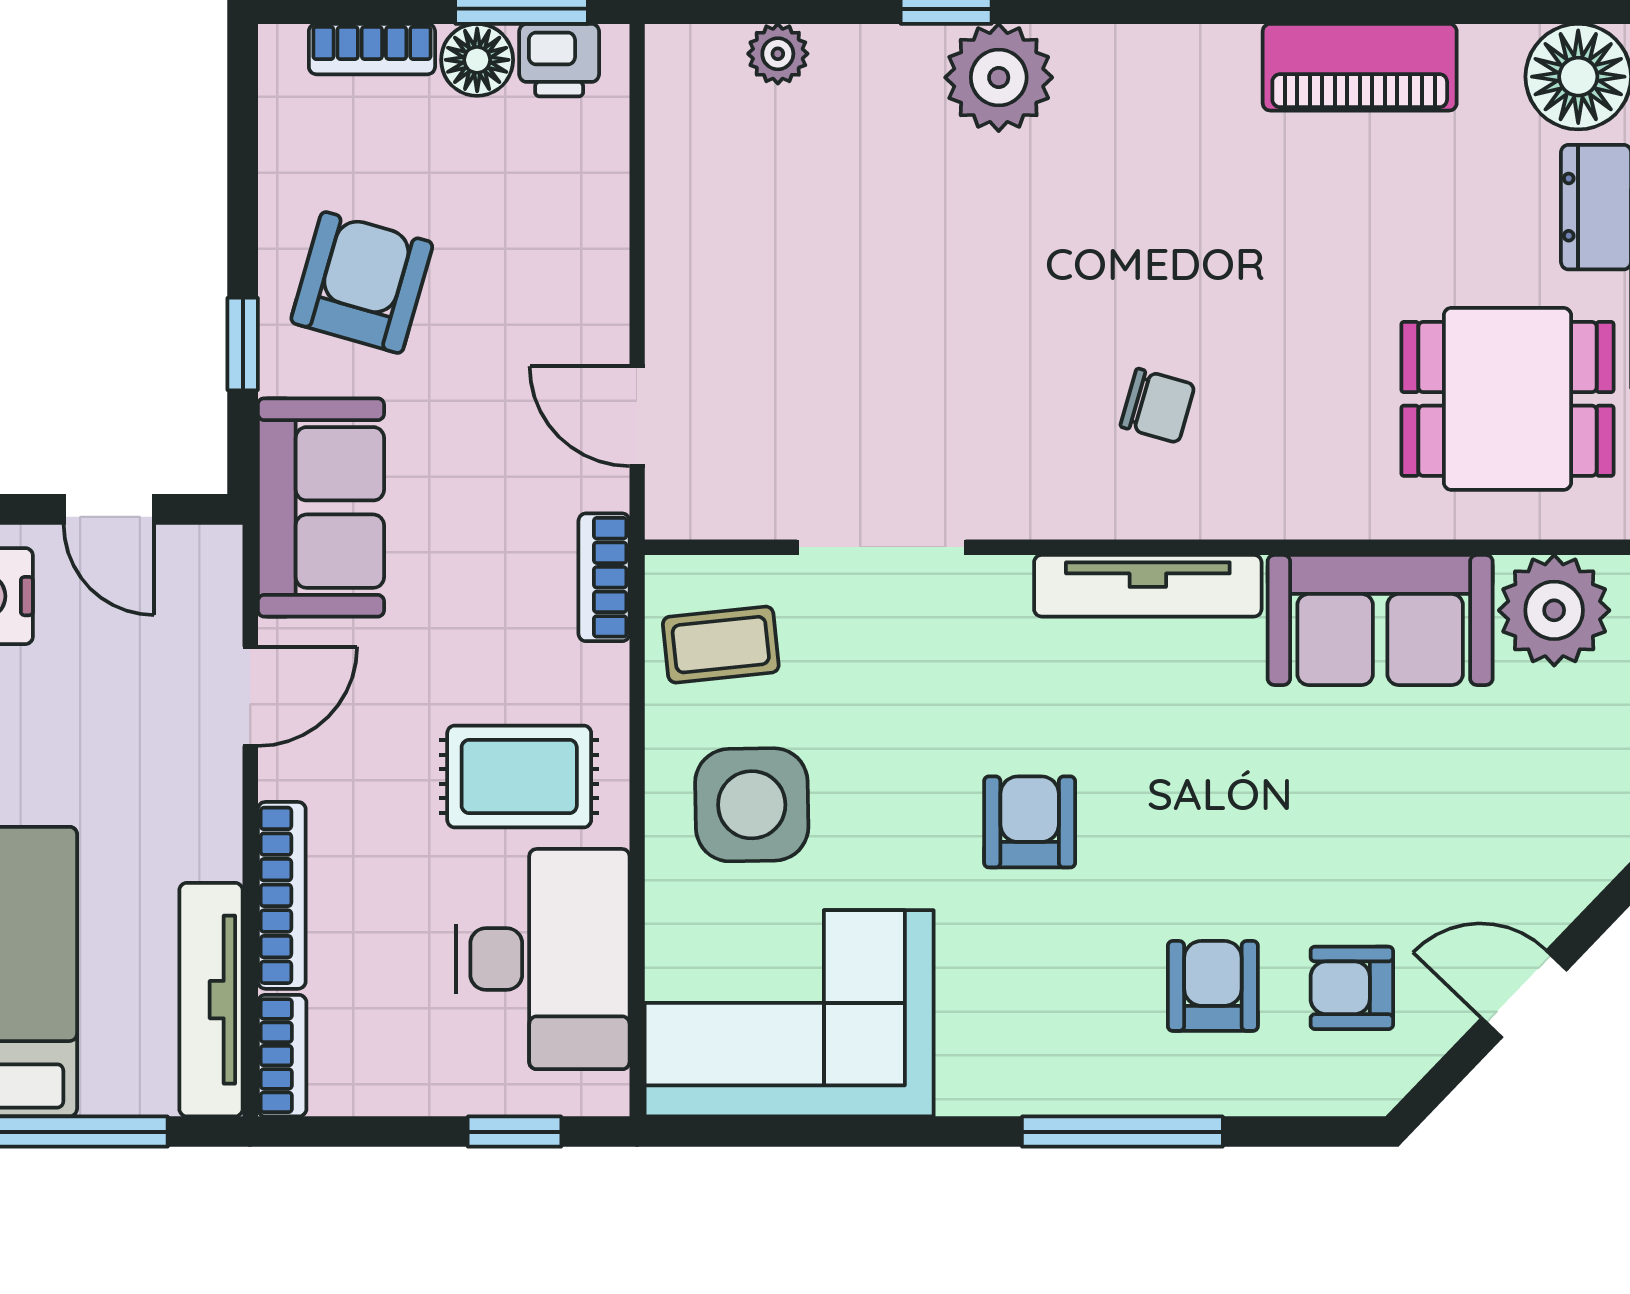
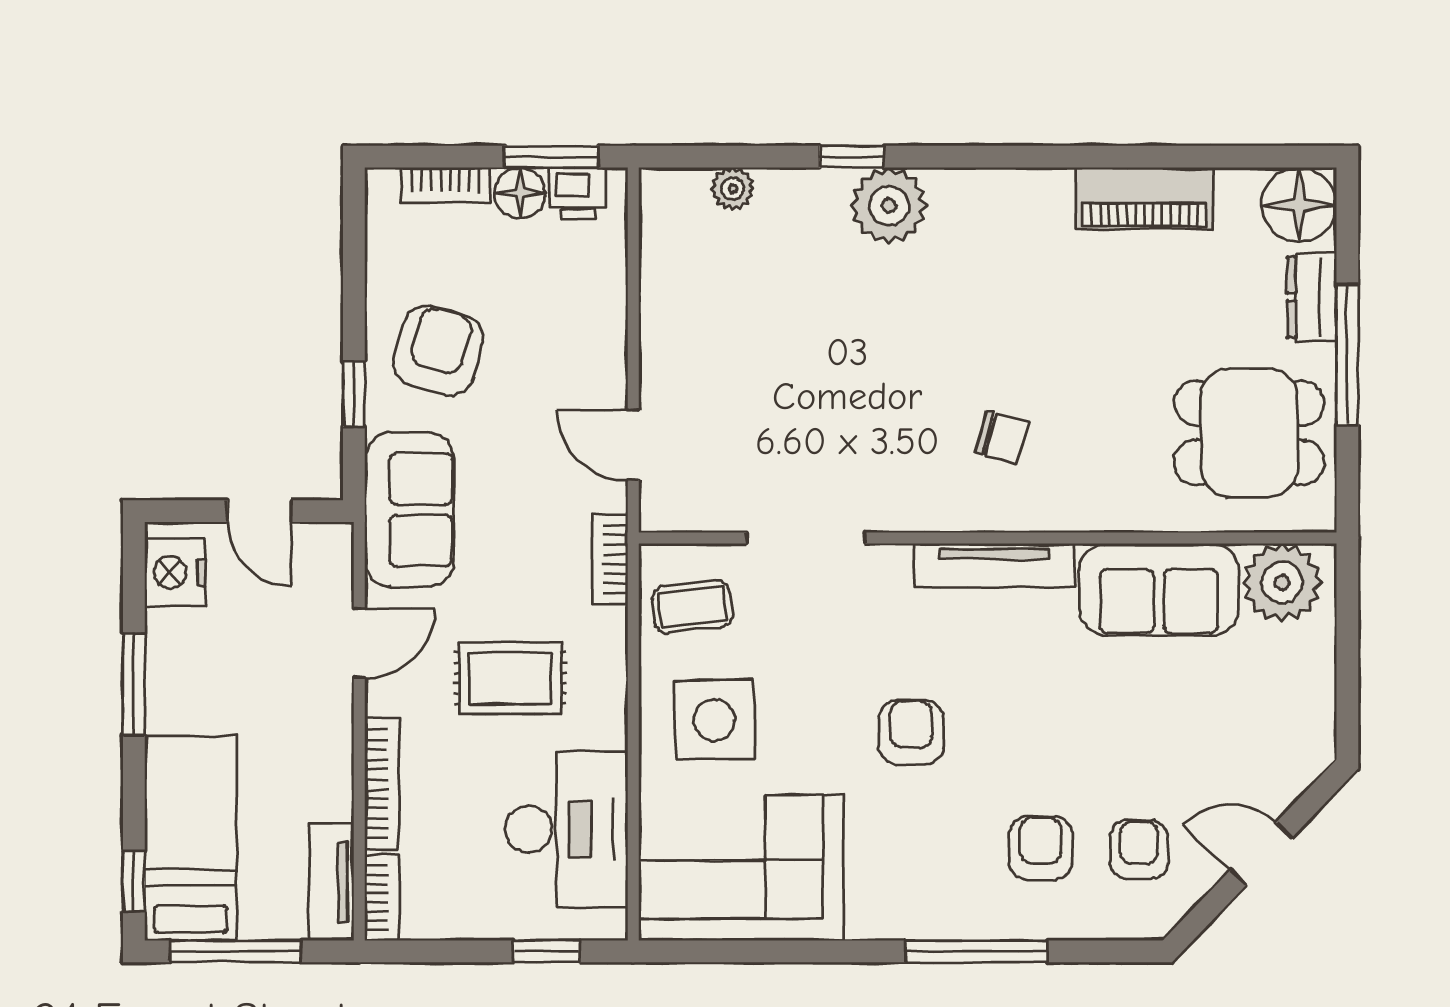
rug: (519, 776) -> (510, 678), moved
armchair: (1352, 988) -> (1139, 850), turned 90
tv unit: (211, 1000) -> (332, 882), width x0.71

